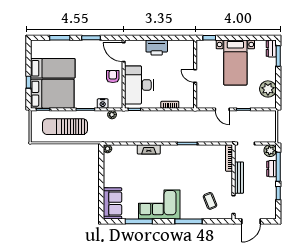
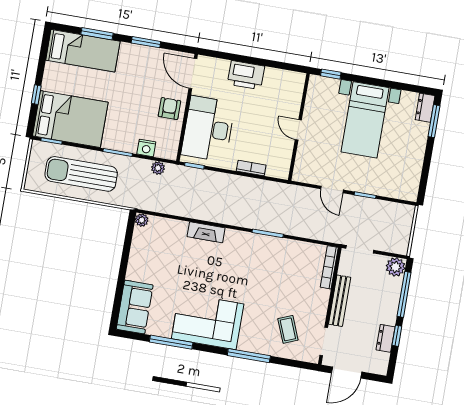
bed: (53, 68) -> (83, 51), moved
plant: (268, 89) -> (409, 170), removed
dresser: (272, 169) -> (386, 338), moved

